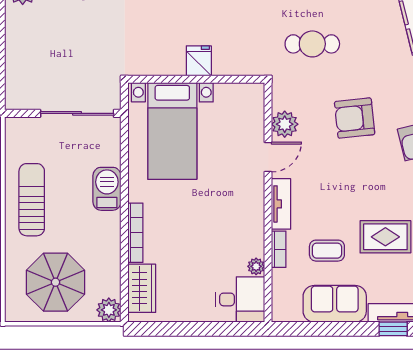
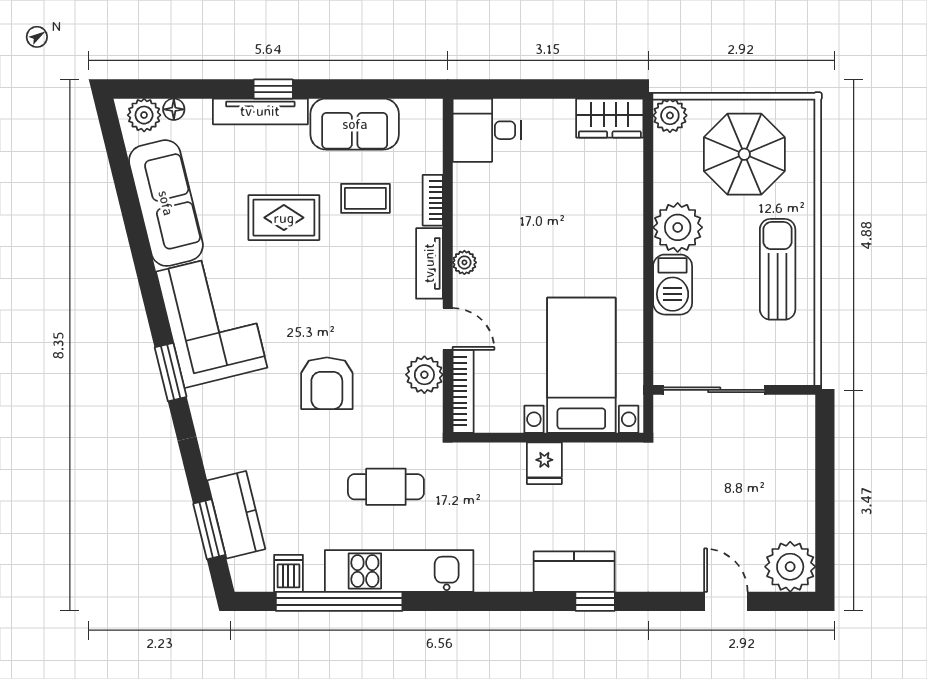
armchair: (355, 118) -> (327, 383), turned 96
door: (268, 157) -> (448, 329), swing flipped
sun lounger: (32, 200) -> (778, 269), turned 180
plant: (103, 230) -> (678, 227), added
bookcase: (135, 233) -> (463, 391), moved, turned 180
plant: (256, 266) -> (464, 262), moved
wardrobe: (142, 288) -> (610, 118), moved, turned -90

